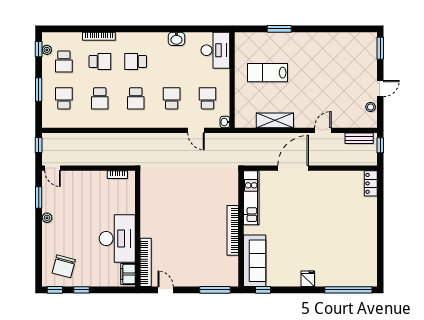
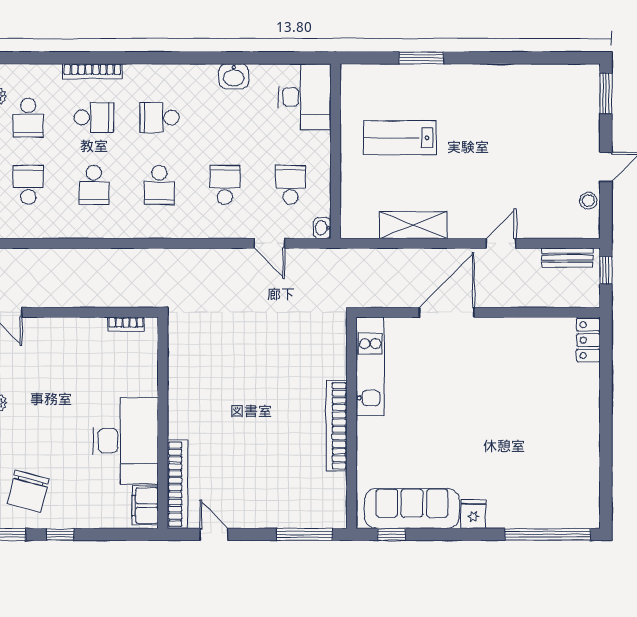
sofa: (255, 261) -> (412, 508), moved, turned -90

